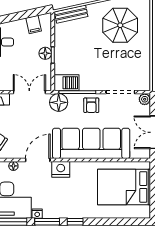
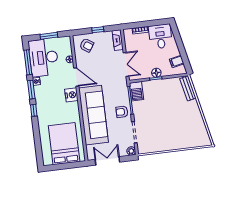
parasol: (120, 25) -> (184, 126), removed
floor lamp: (59, 102) -> (121, 87), removed

